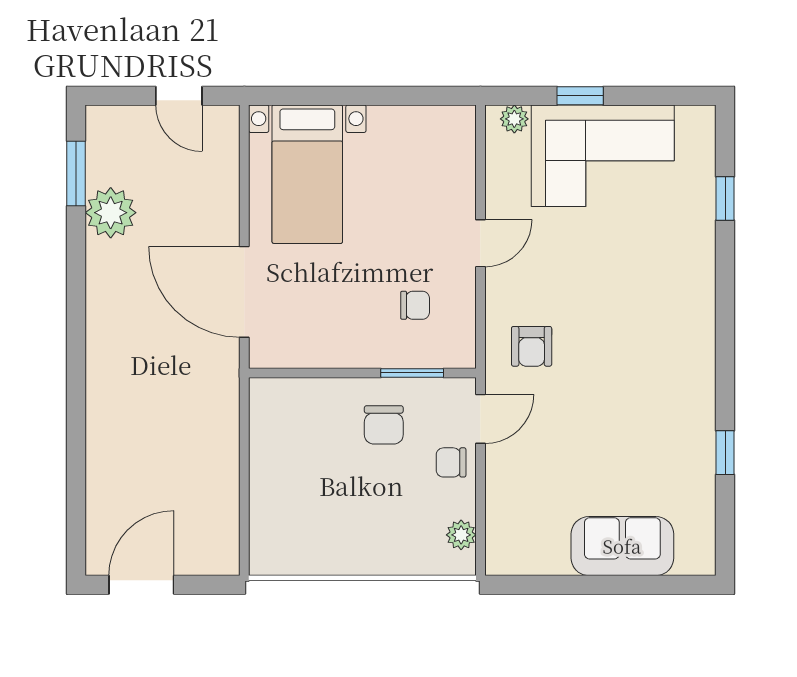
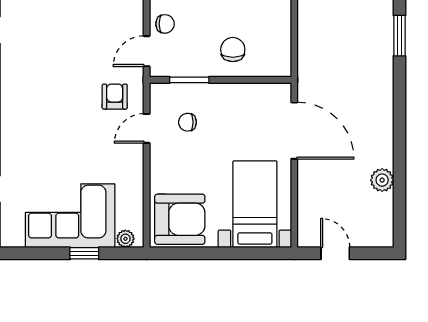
armchair: (427, 150) -> (180, 219), added
window: (76, 174) -> (399, 36), moved
plant: (111, 213) -> (382, 180), width x0.73, depth x0.73
door: (480, 243) -> (147, 128), moved
chair: (384, 425) -> (233, 50), moved

